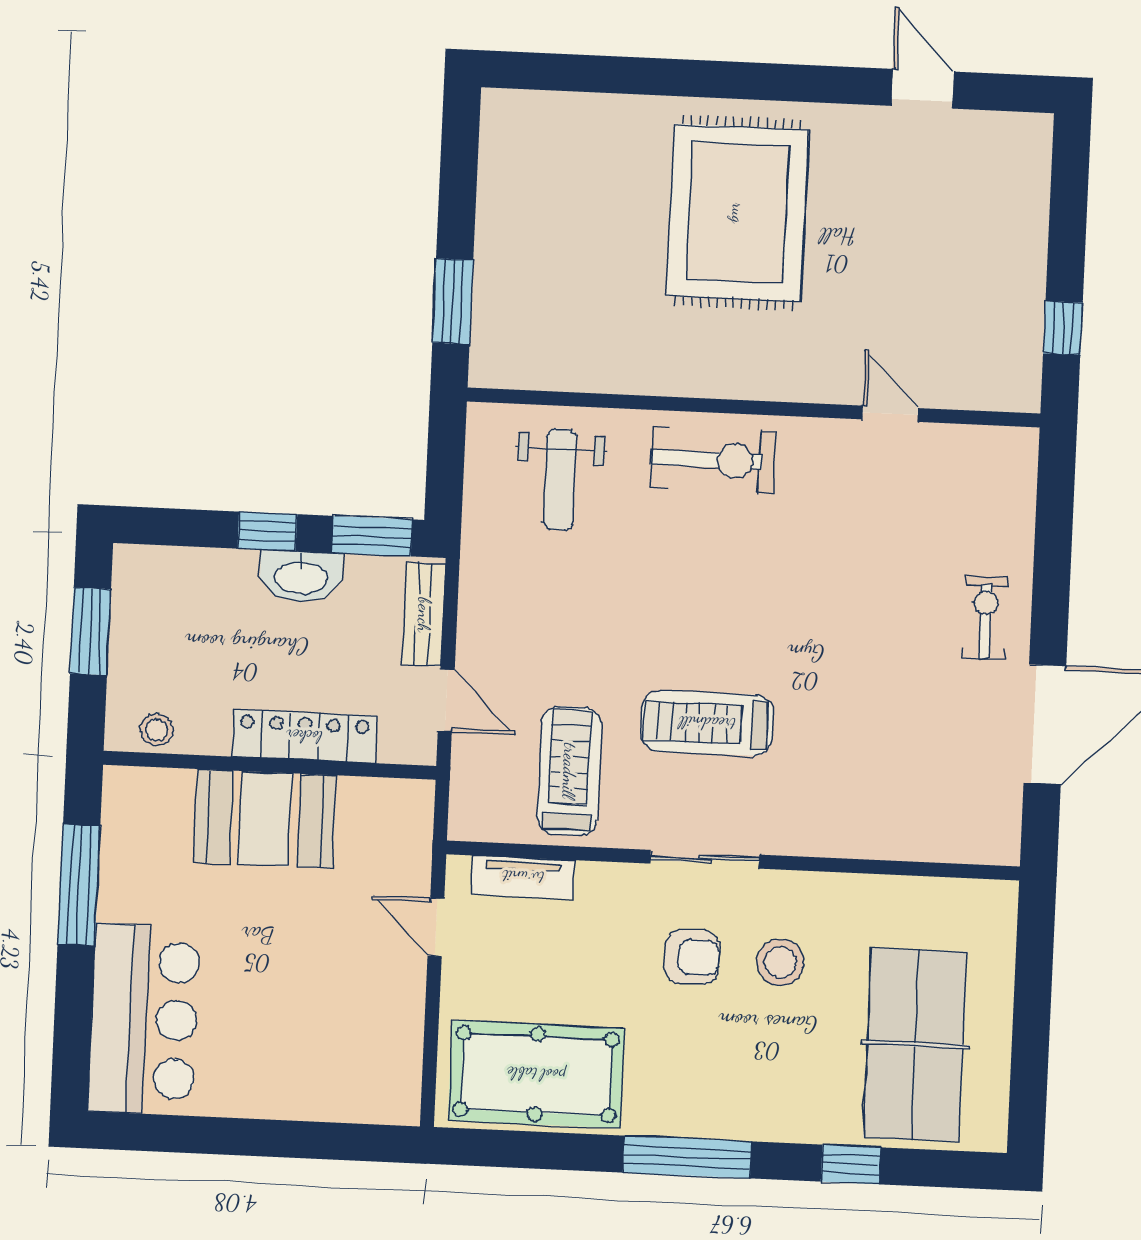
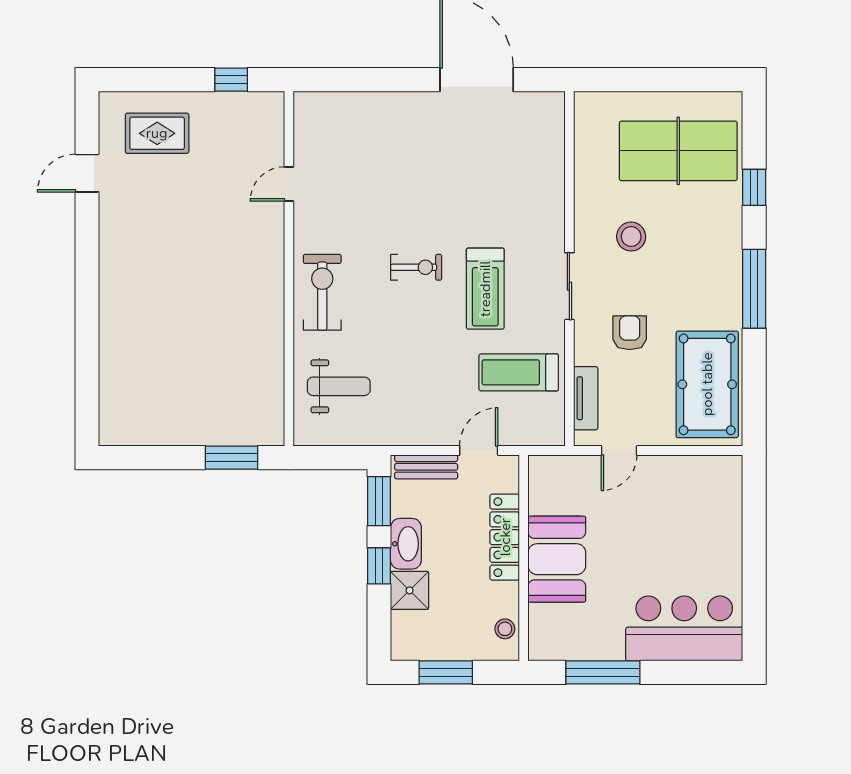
rug: (738, 213) -> (157, 133), moved, width x0.54, depth x0.49
shower: (225, 579) -> (410, 590), added
exercise bike: (985, 617) -> (416, 267), moved, turned 180
armchair: (692, 957) -> (630, 333), moved

